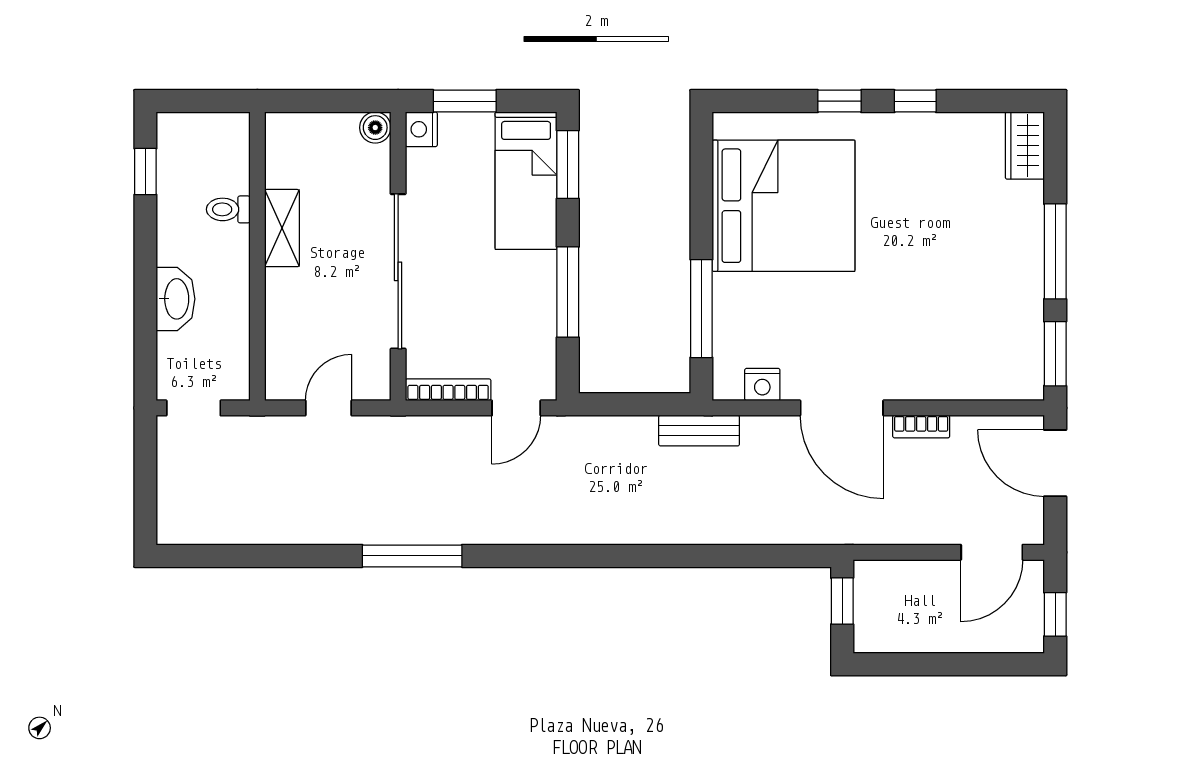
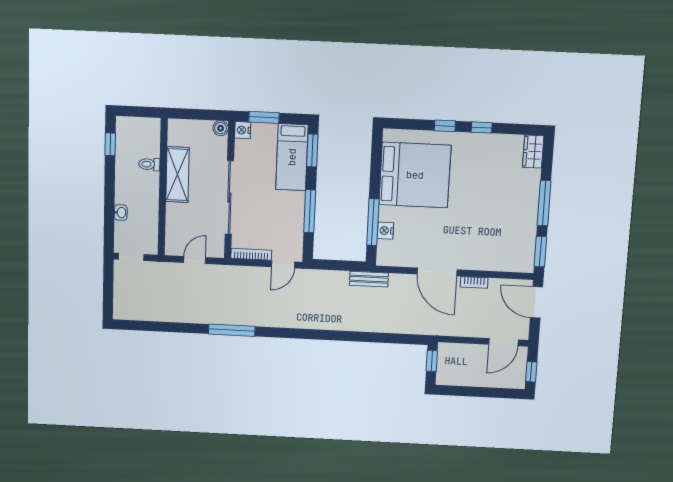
shelving: (282, 228) -> (177, 175), width x1.50, depth x1.33
washbasin: (176, 299) -> (121, 213), width x0.52, depth x0.69
nightstand: (762, 385) -> (385, 231), moved, turned 90

